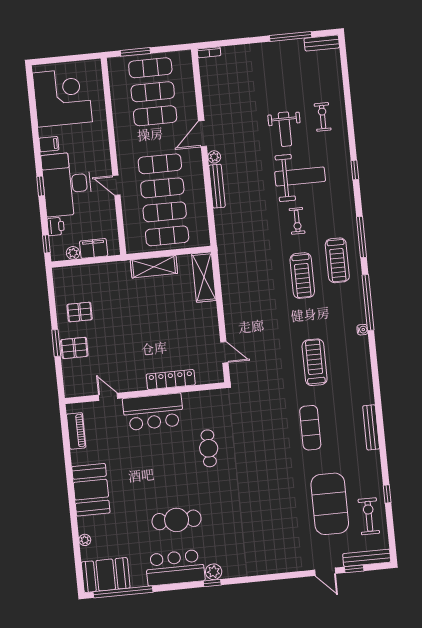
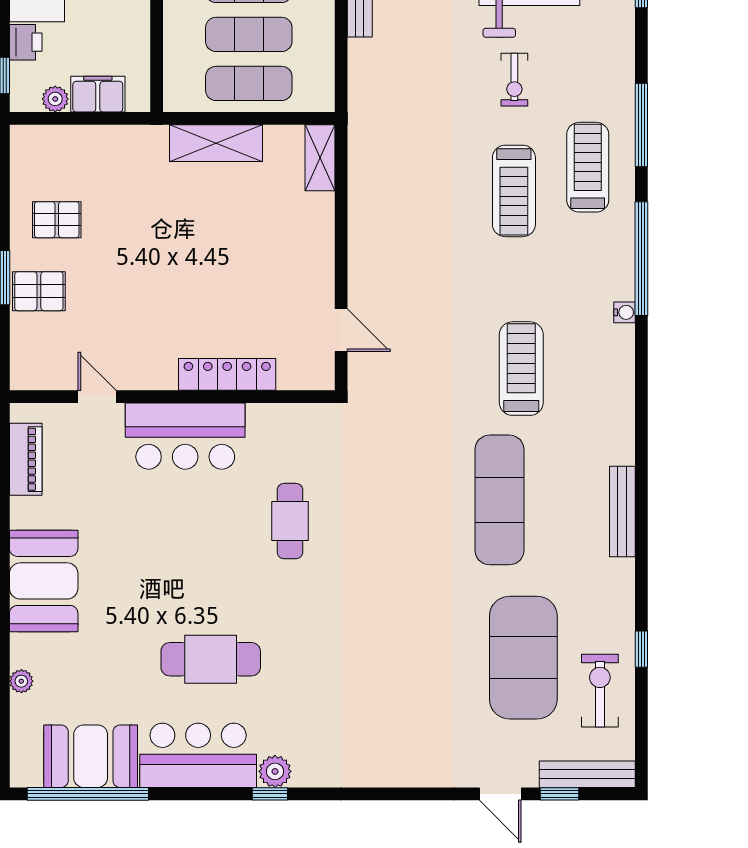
treadmill: (337, 260) -> (588, 167), turned 180
shelving: (204, 277) -> (320, 158), width x0.67, depth x0.75
exercise mat: (310, 428) -> (499, 500), width x1.36, depth x1.45
booth: (106, 575) -> (91, 756), moved

